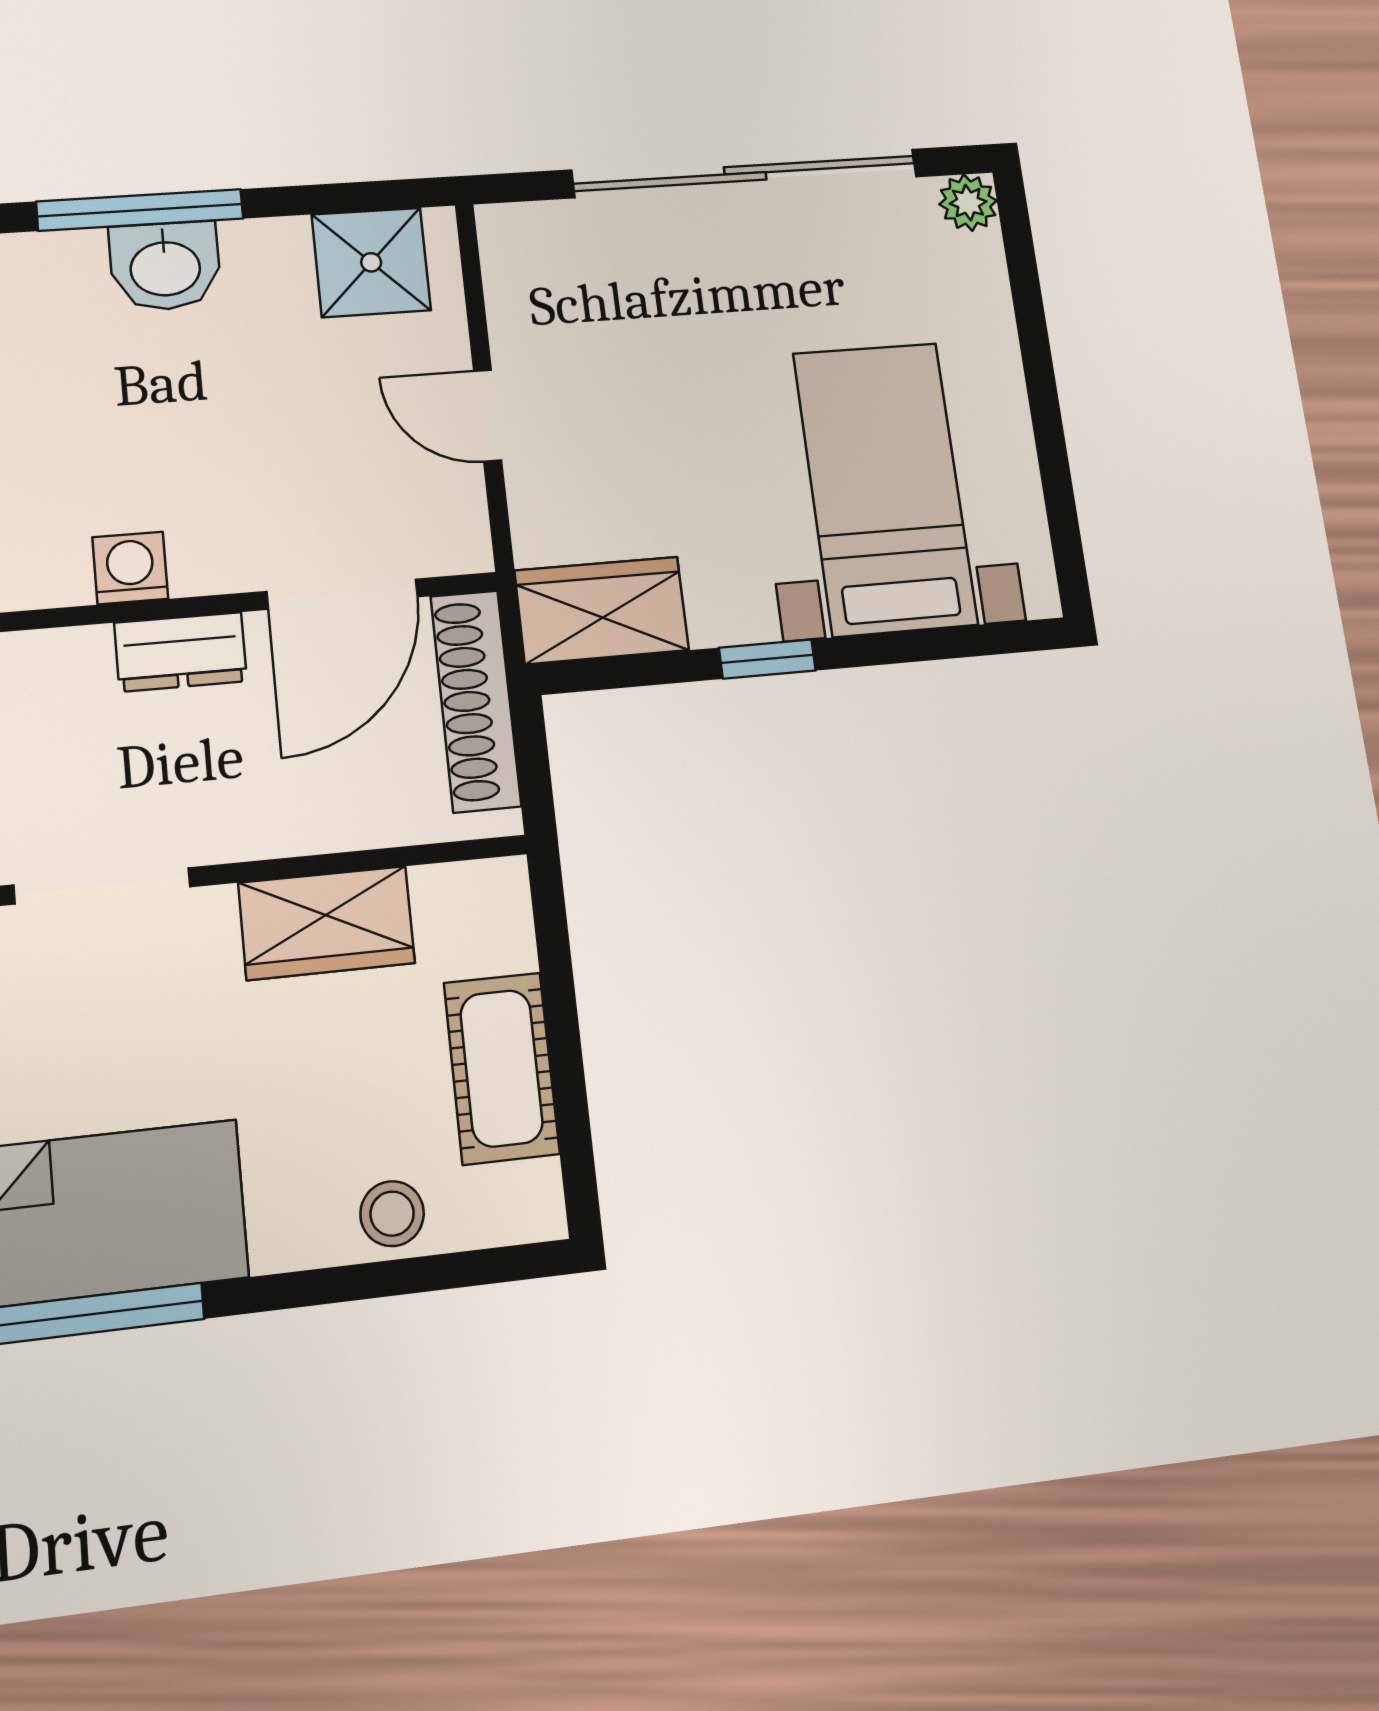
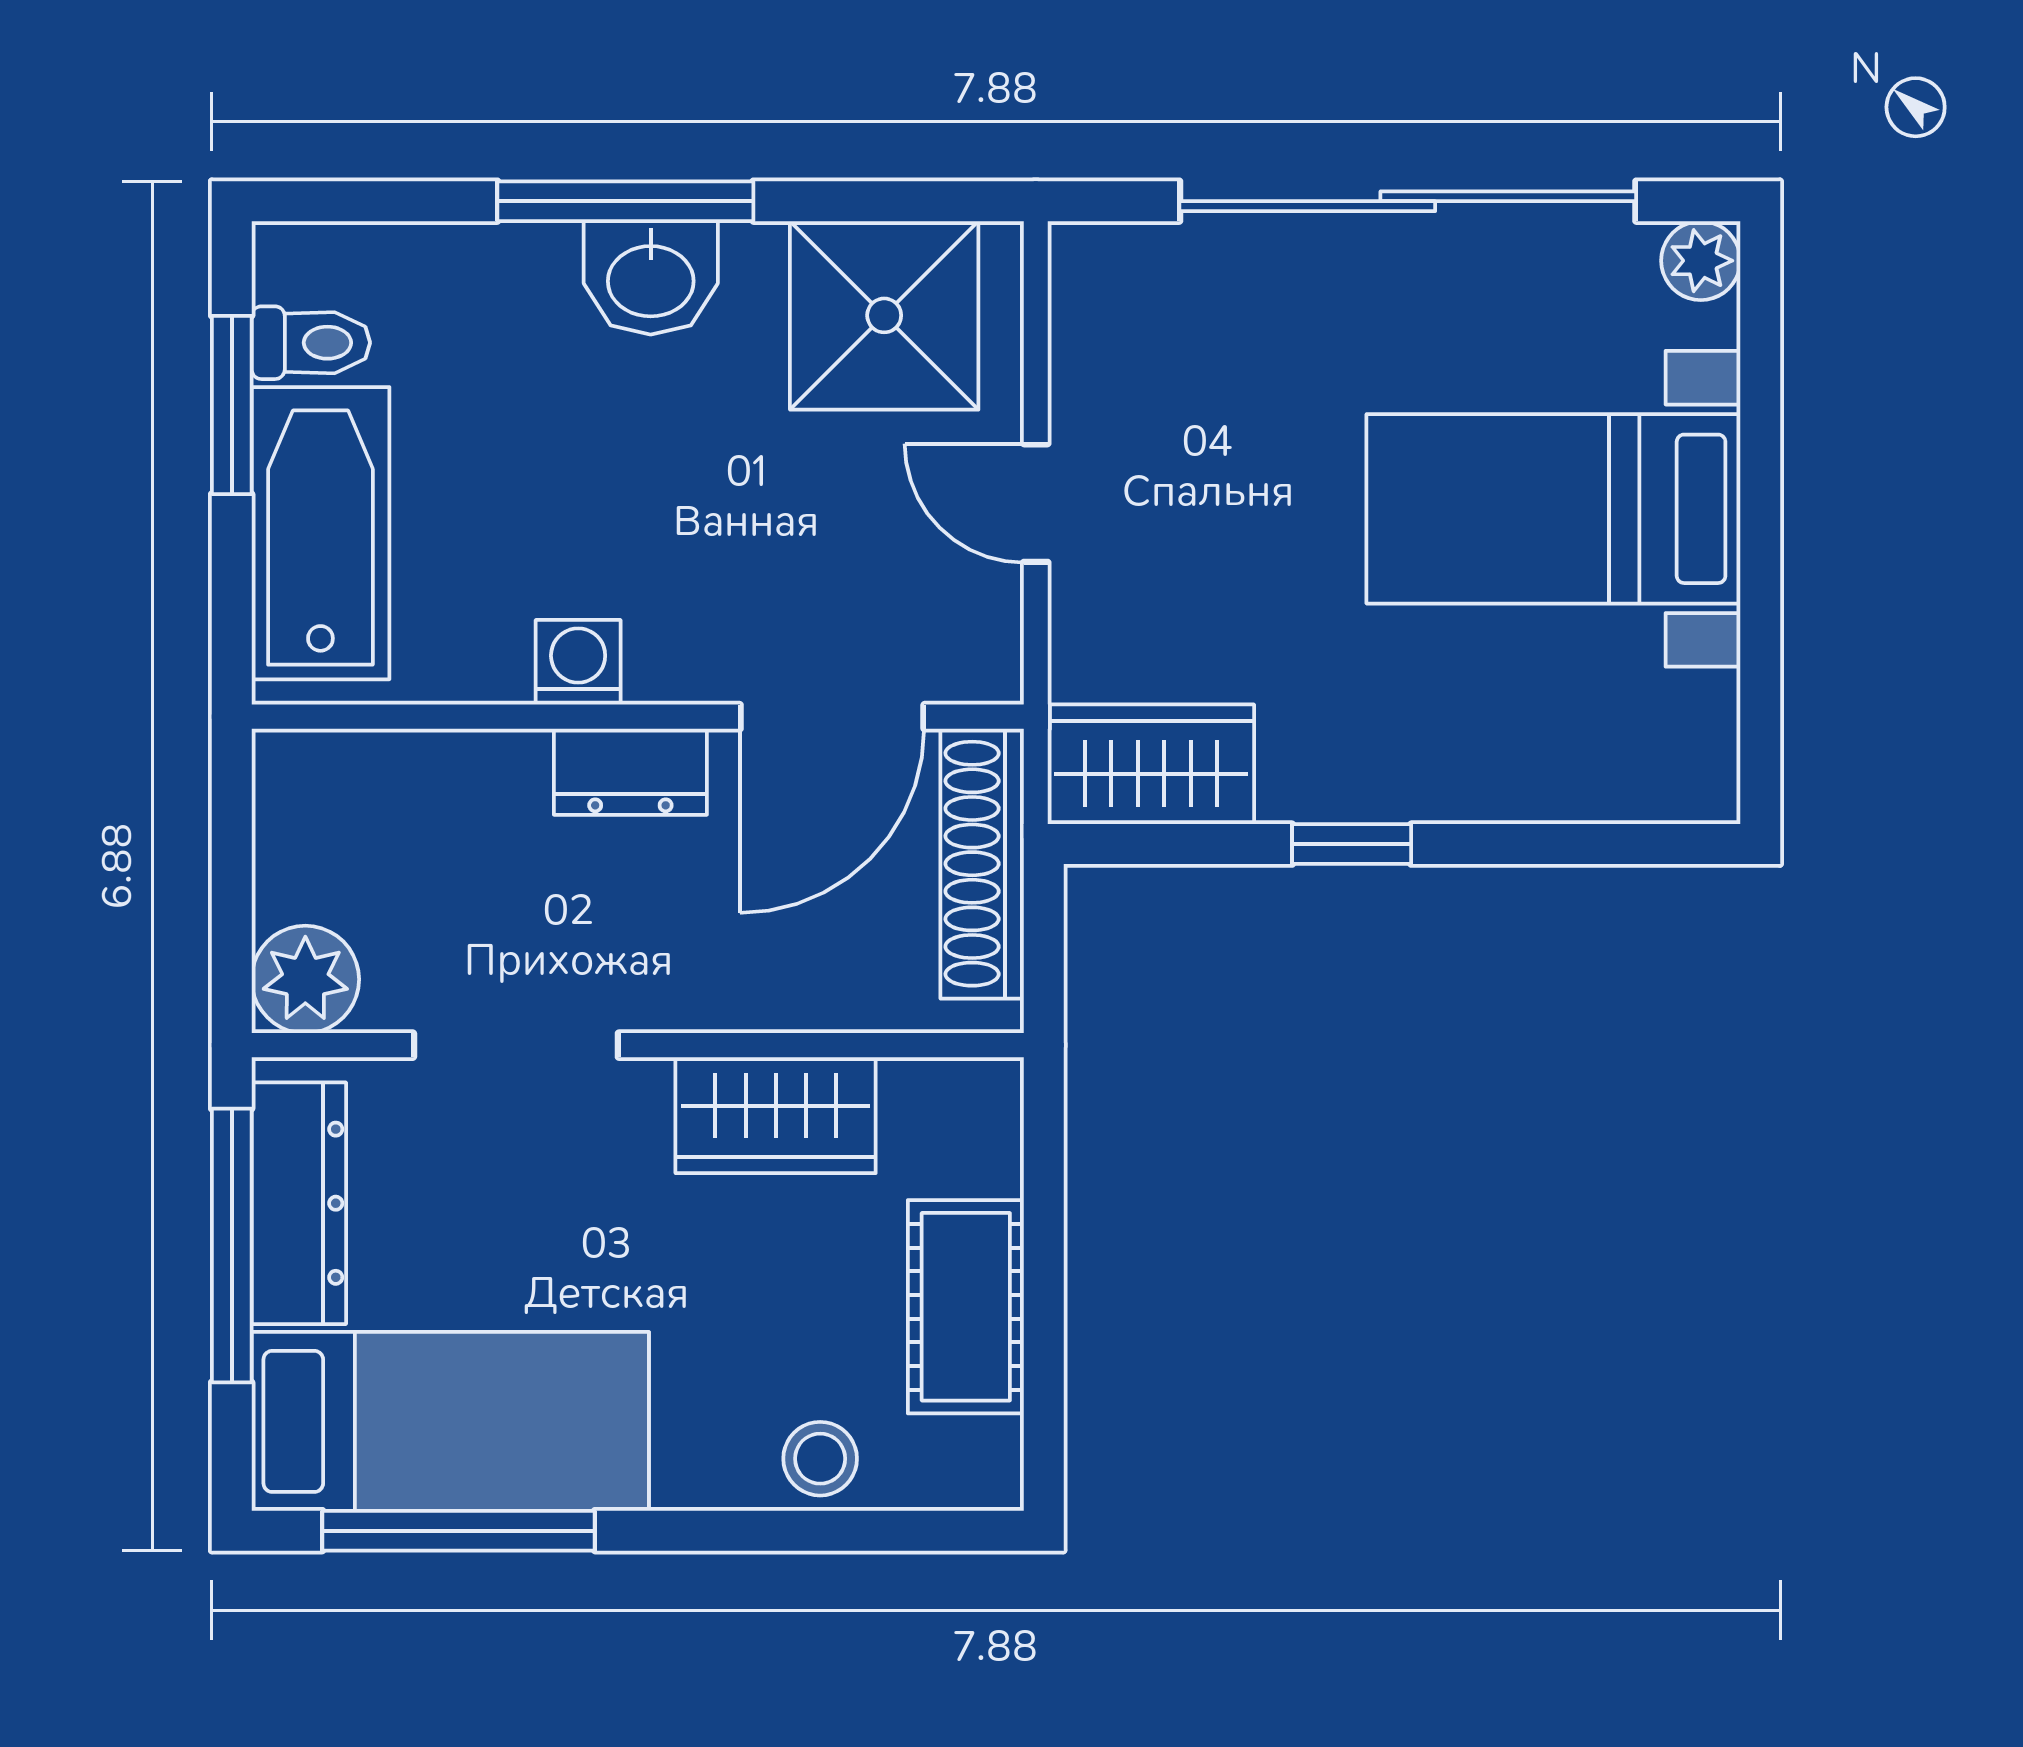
shower: (371, 262) -> (884, 315), width x1.36, depth x1.36
bed with nightstands: (885, 488) -> (1553, 509), moved, turned -90

